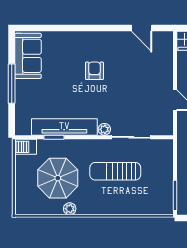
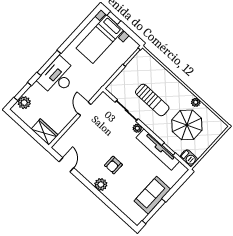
plant: (89, 40) -> (101, 184), added
sofa: (28, 56) -> (152, 195), moved
window: (12, 84) -> (154, 211), moved

